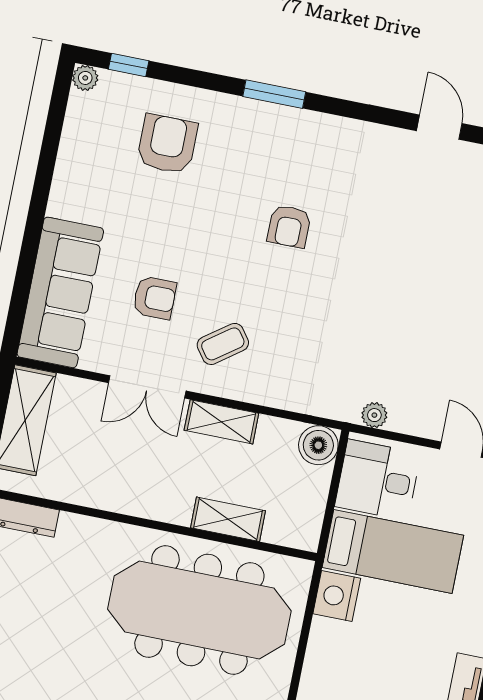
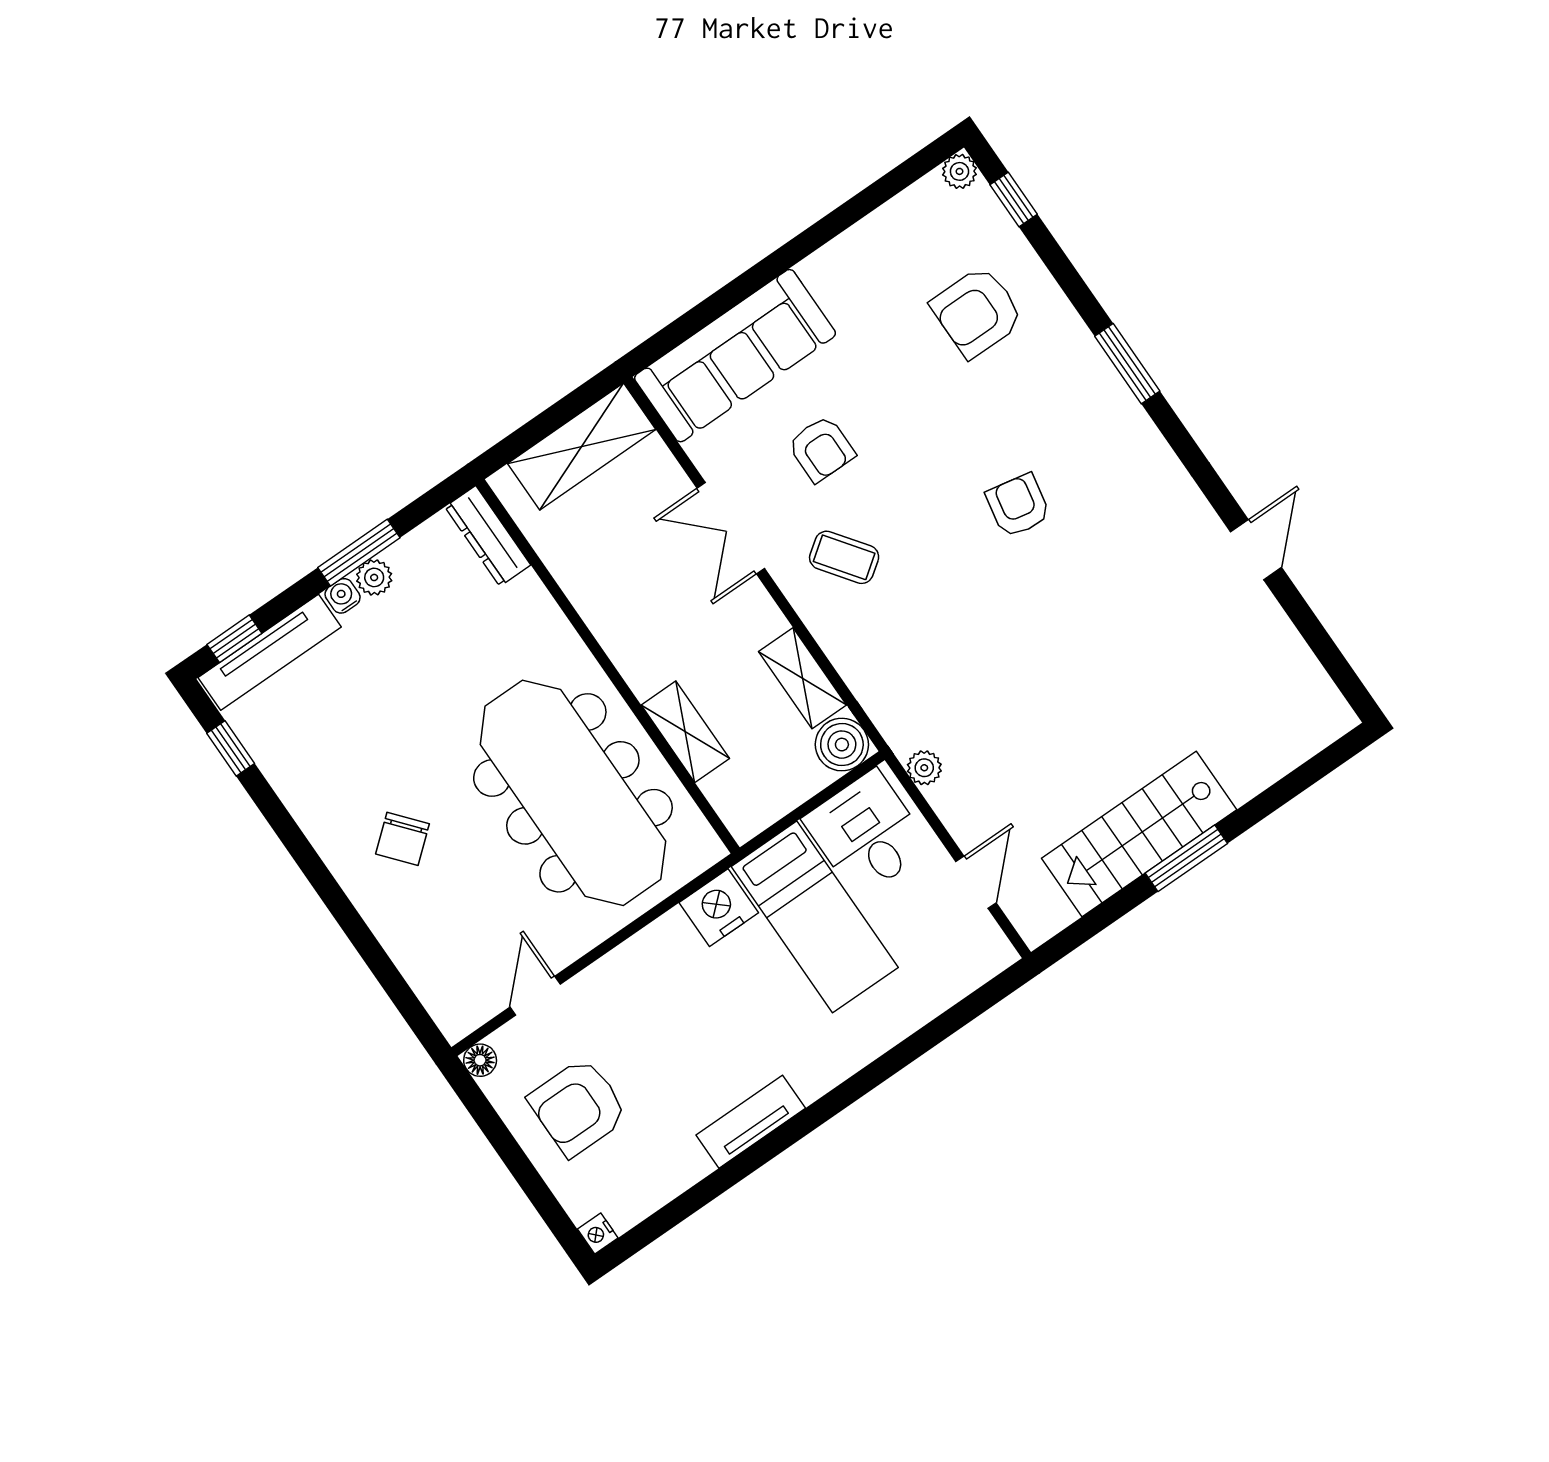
armchair: (167, 144) -> (977, 312), turned 180
armchair: (289, 226) -> (1018, 505), turned 101
shelving: (221, 422) -> (802, 678), moved

